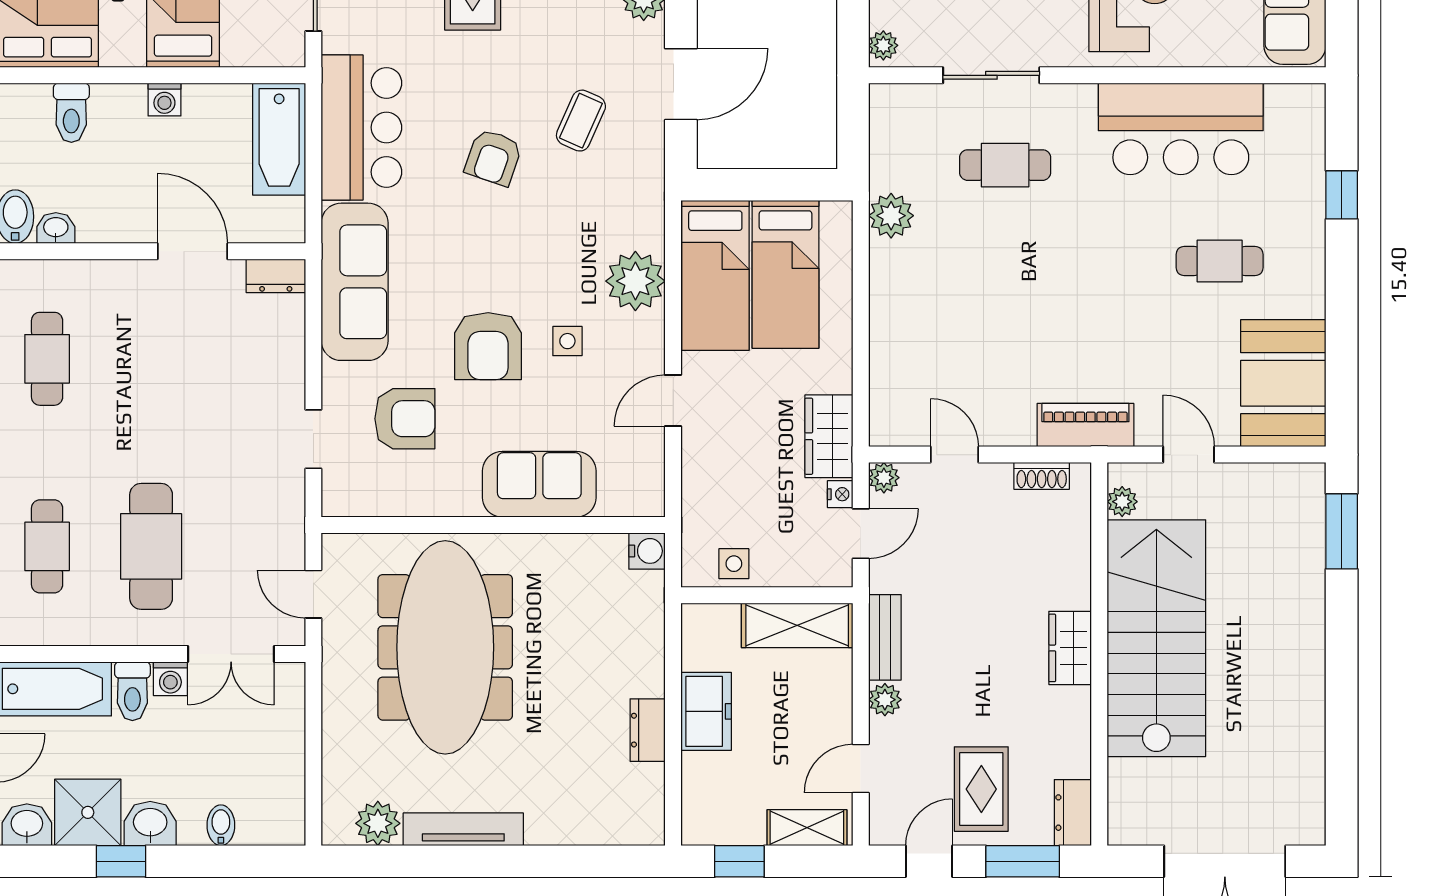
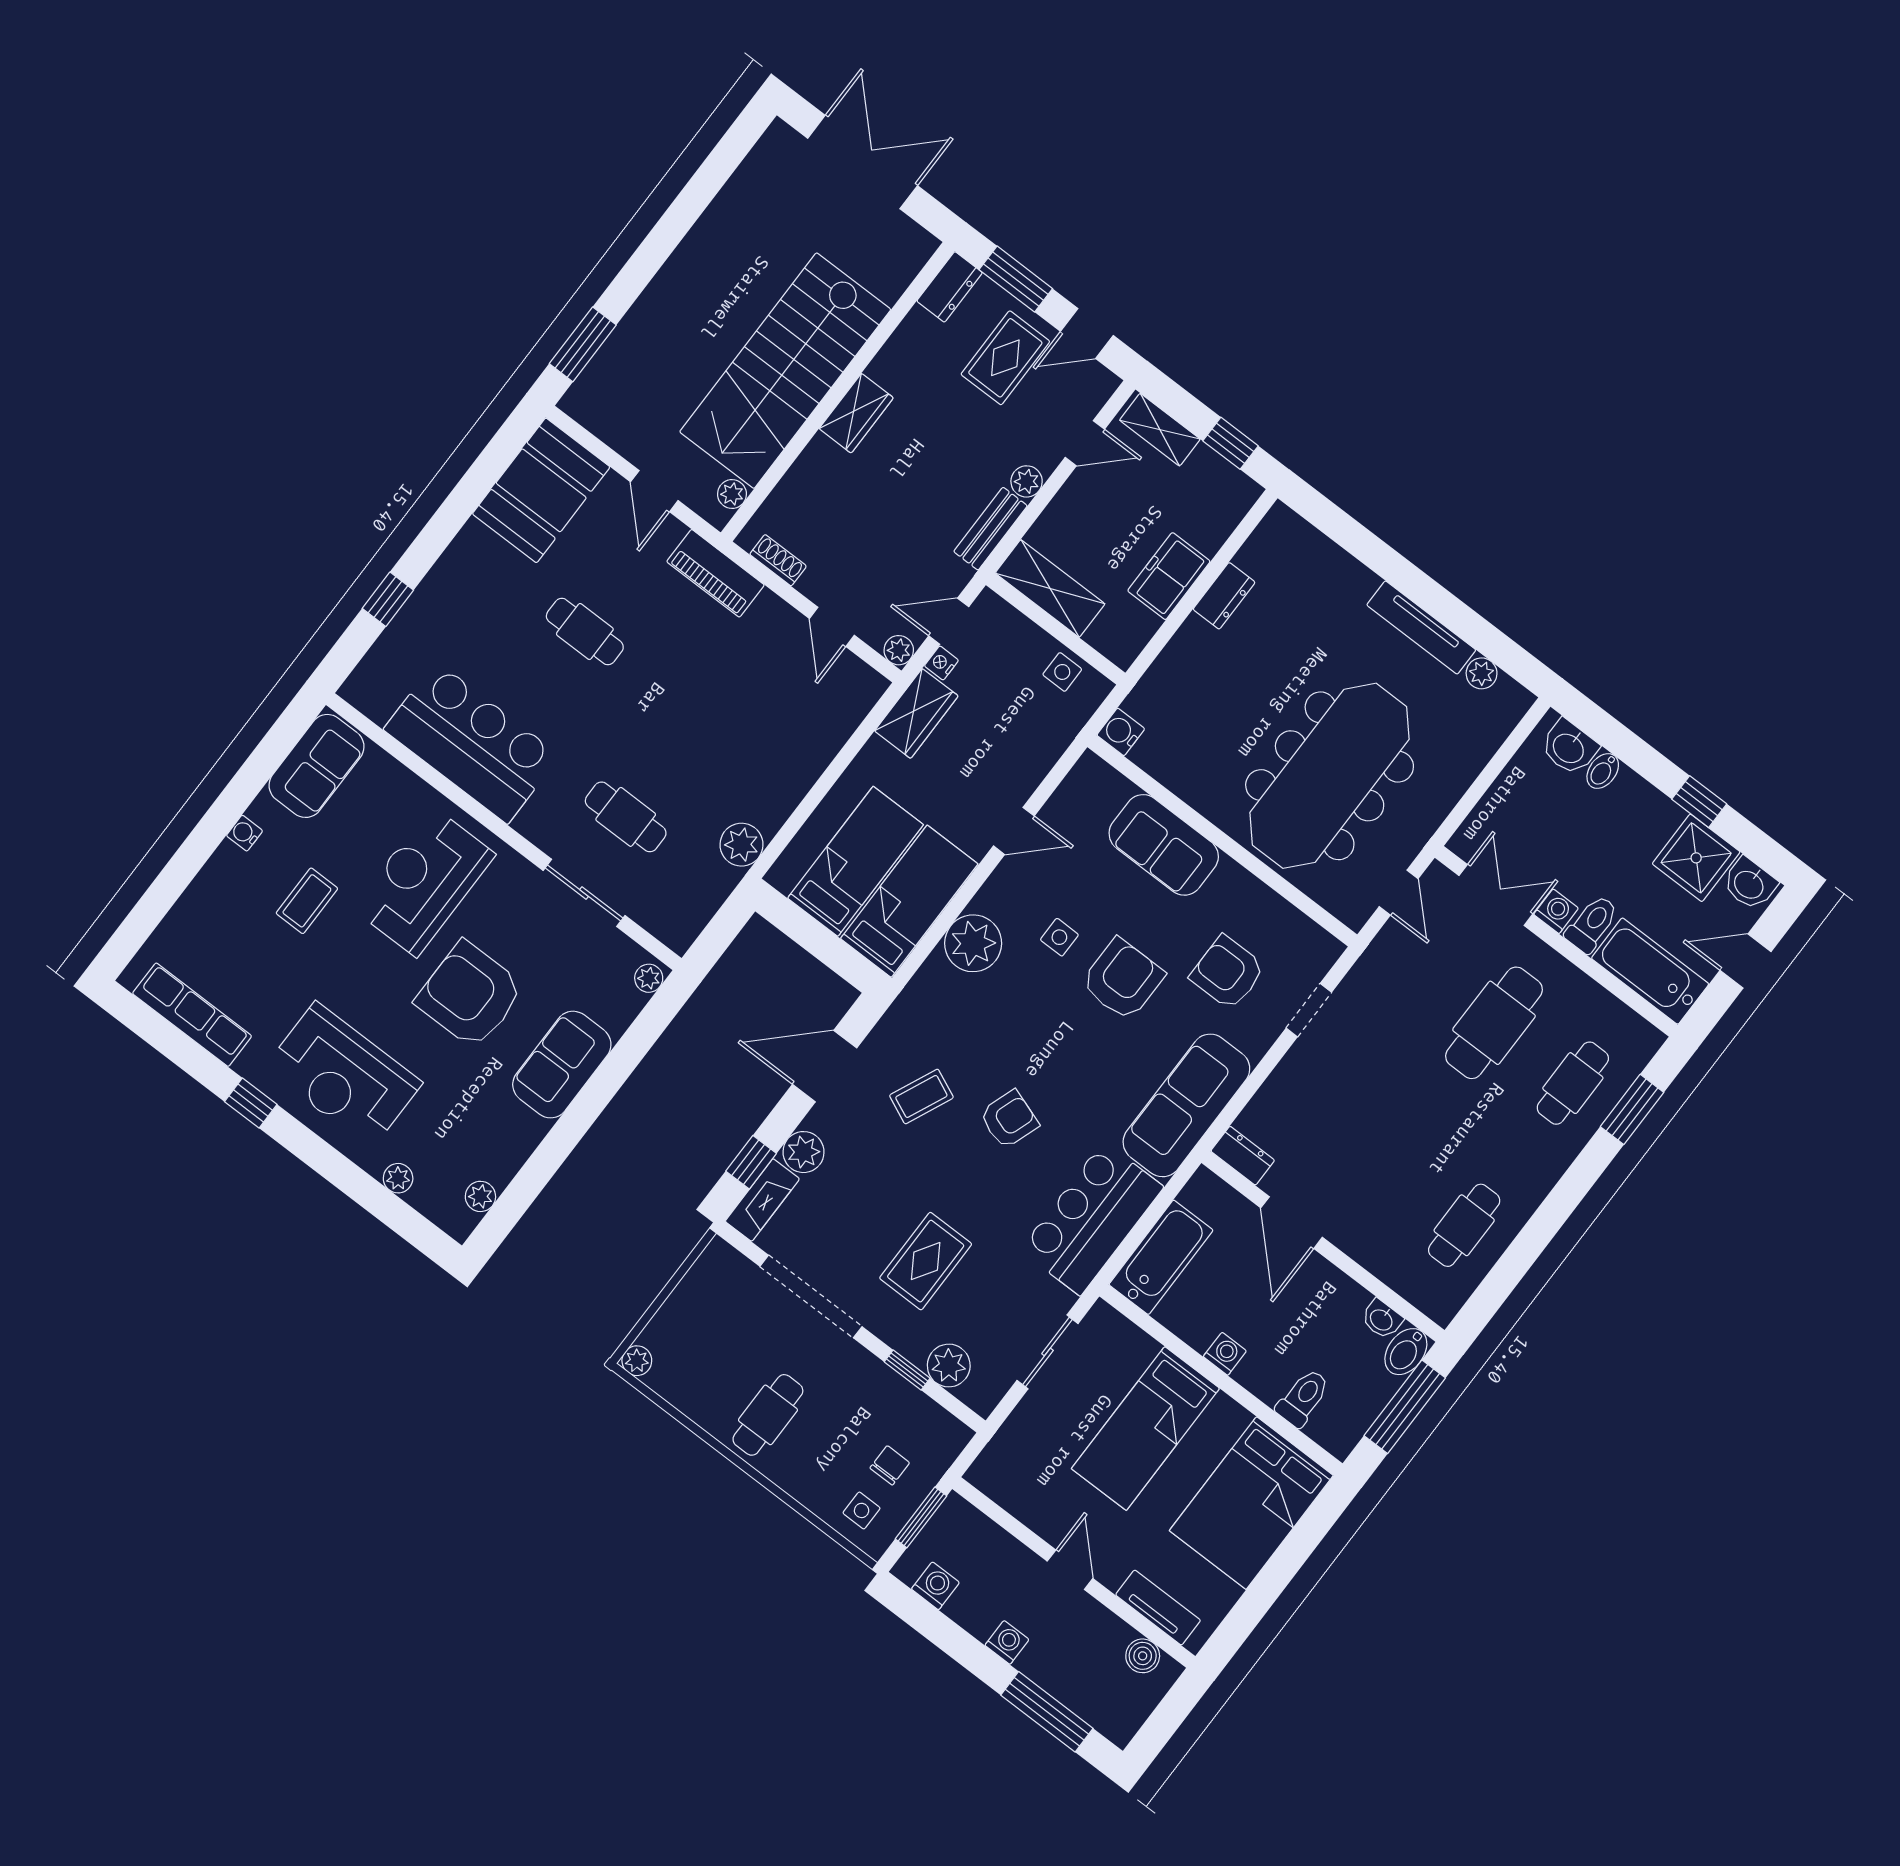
cafe table: (1220, 261) -> (585, 632), moved
washbasin: (150, 823) -> (1569, 747), moved
plant: (378, 823) -> (1482, 673), width x0.73, depth x0.73

